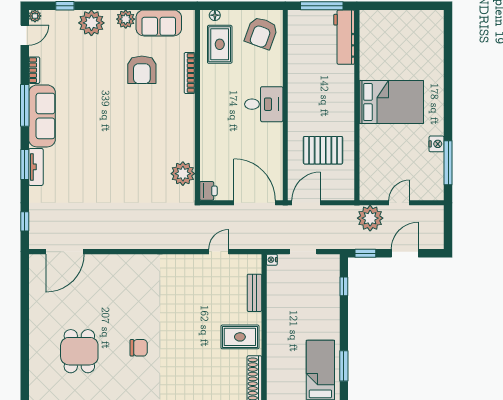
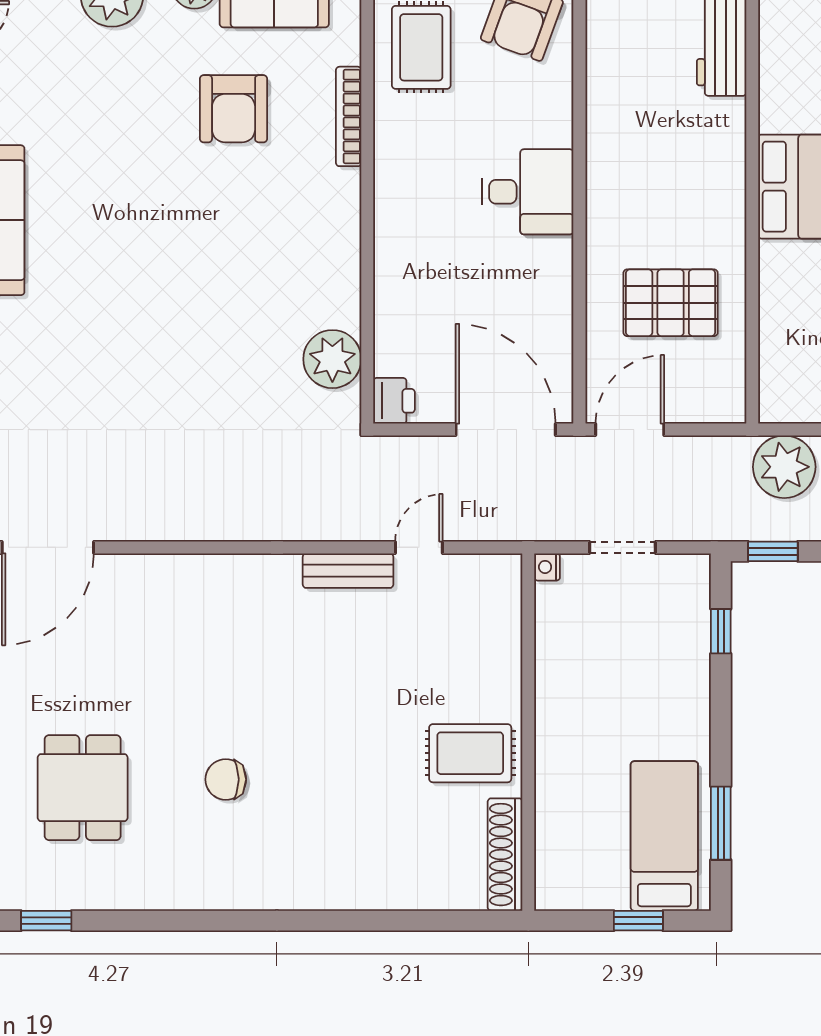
bench: (254, 293) -> (348, 571), moved, turned 90
chair: (139, 348) -> (226, 779), turned 180

